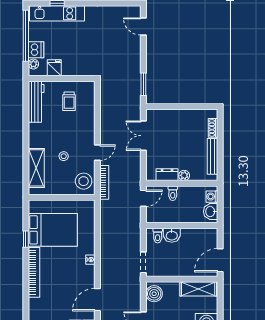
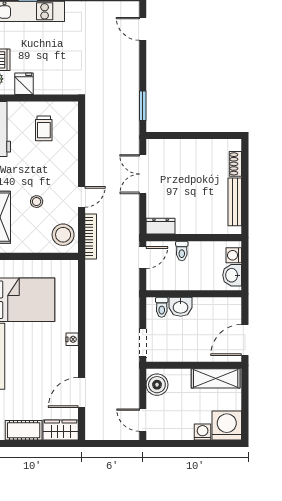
dresser: (167, 175) -> (161, 226), moved
plant: (184, 175) -> (197, 227), removed

